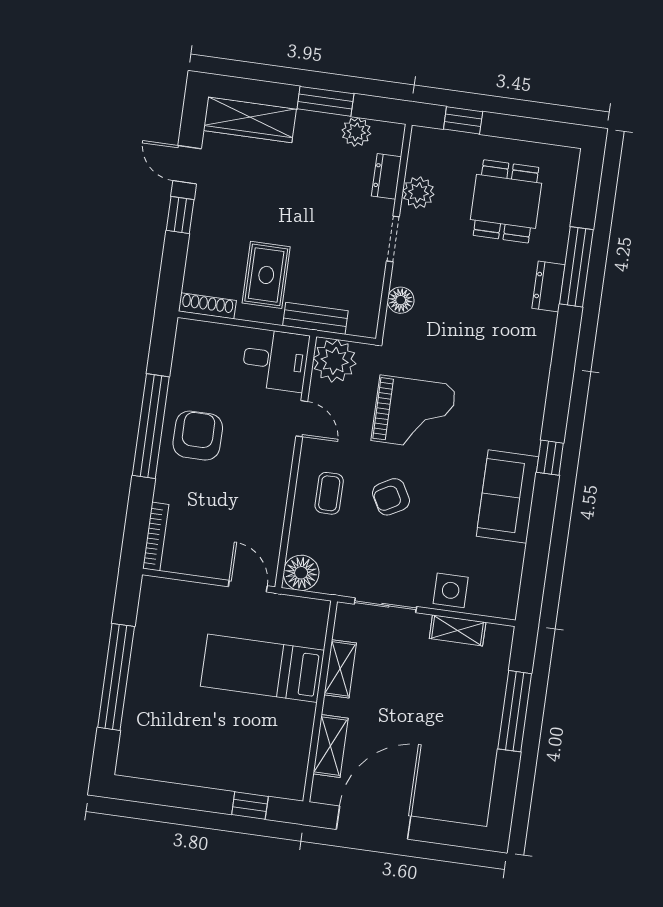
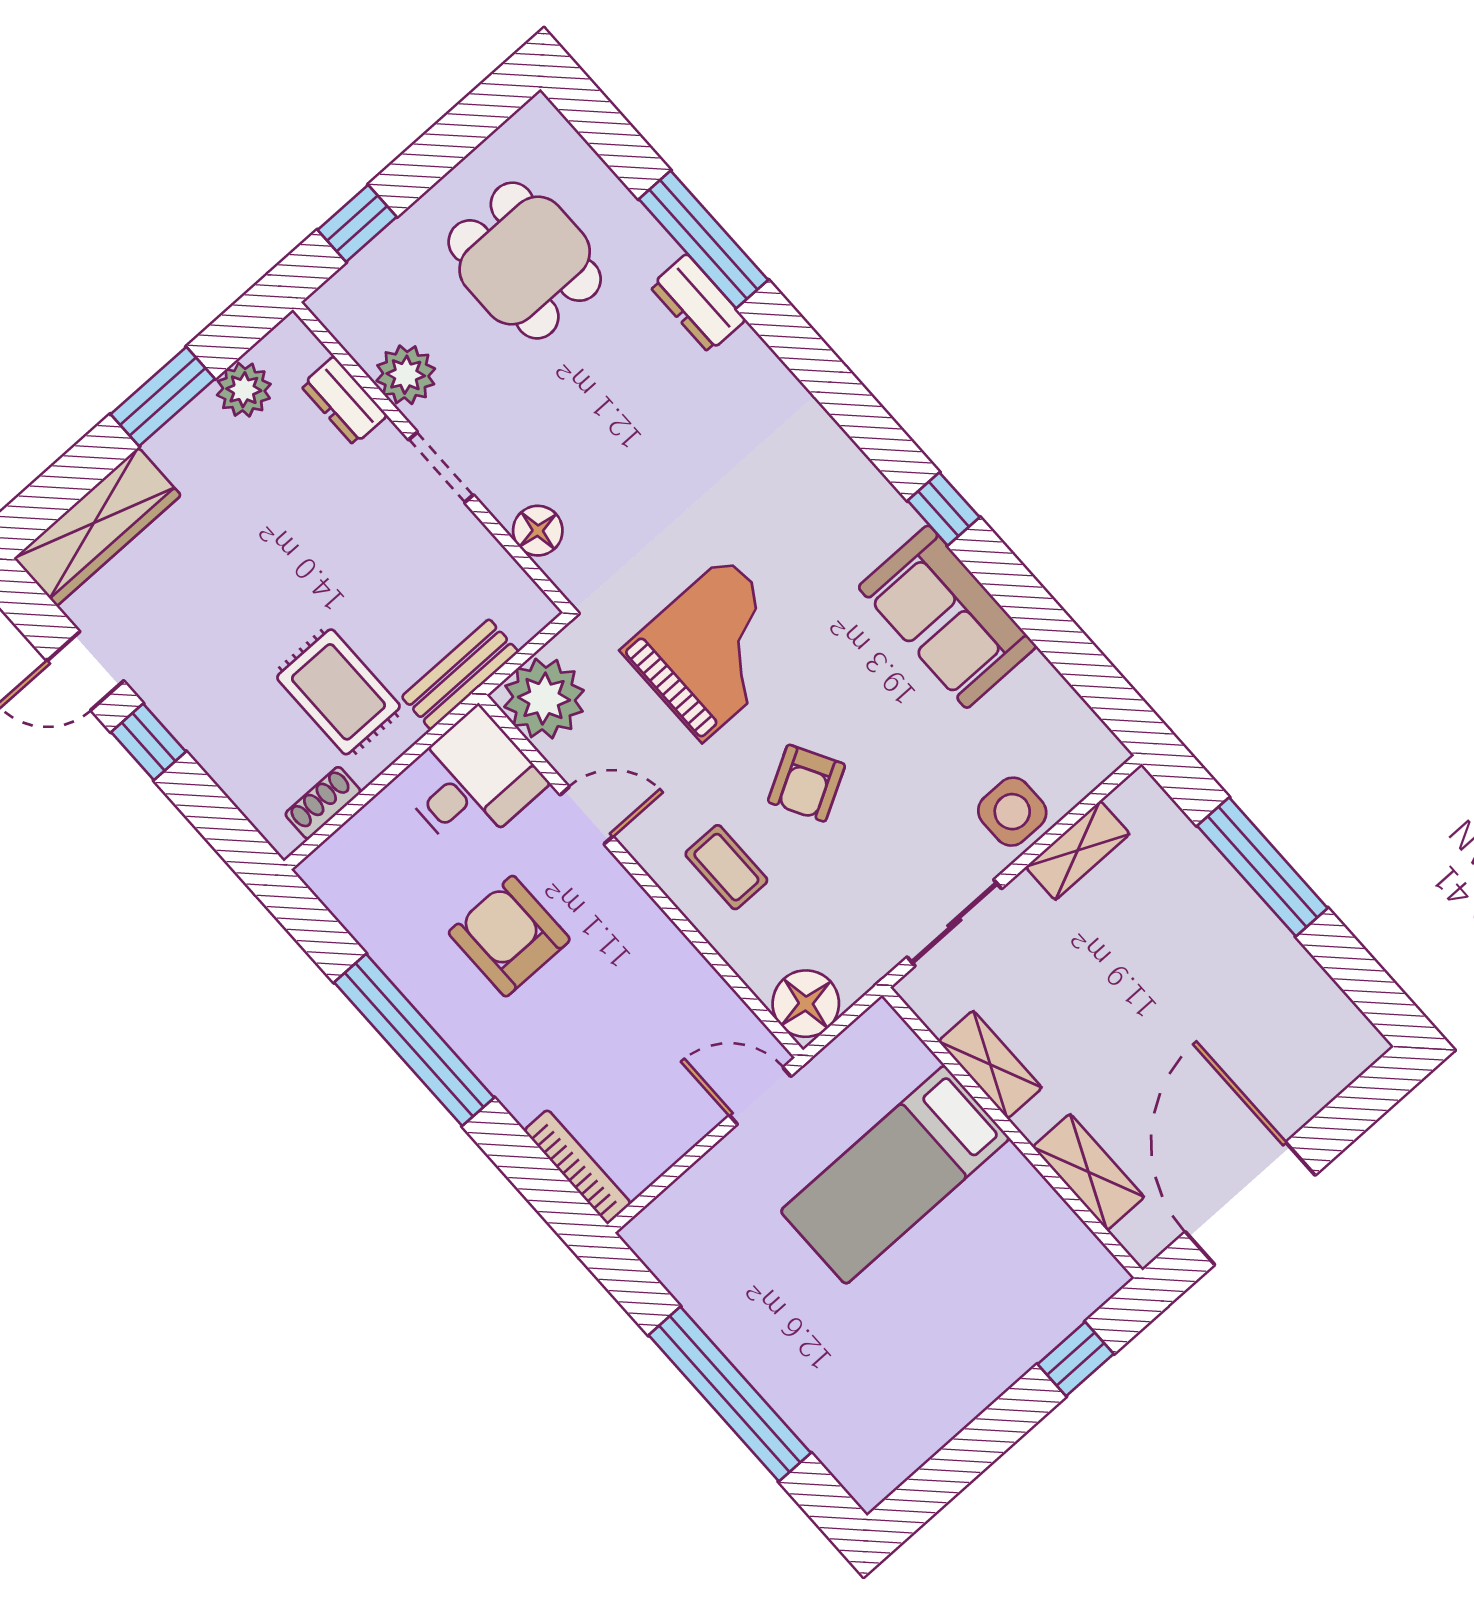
shoe rack: (207, 306) -> (323, 803), width x0.70
armchair: (198, 436) -> (509, 936), moved

